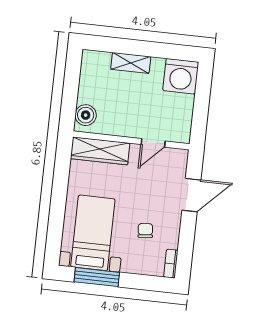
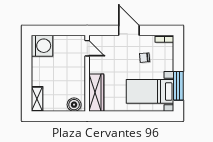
shelving: (131, 63) -> (37, 99), moved
door: (153, 143) -> (87, 48), moved
door: (191, 195) -> (129, 30), moved

